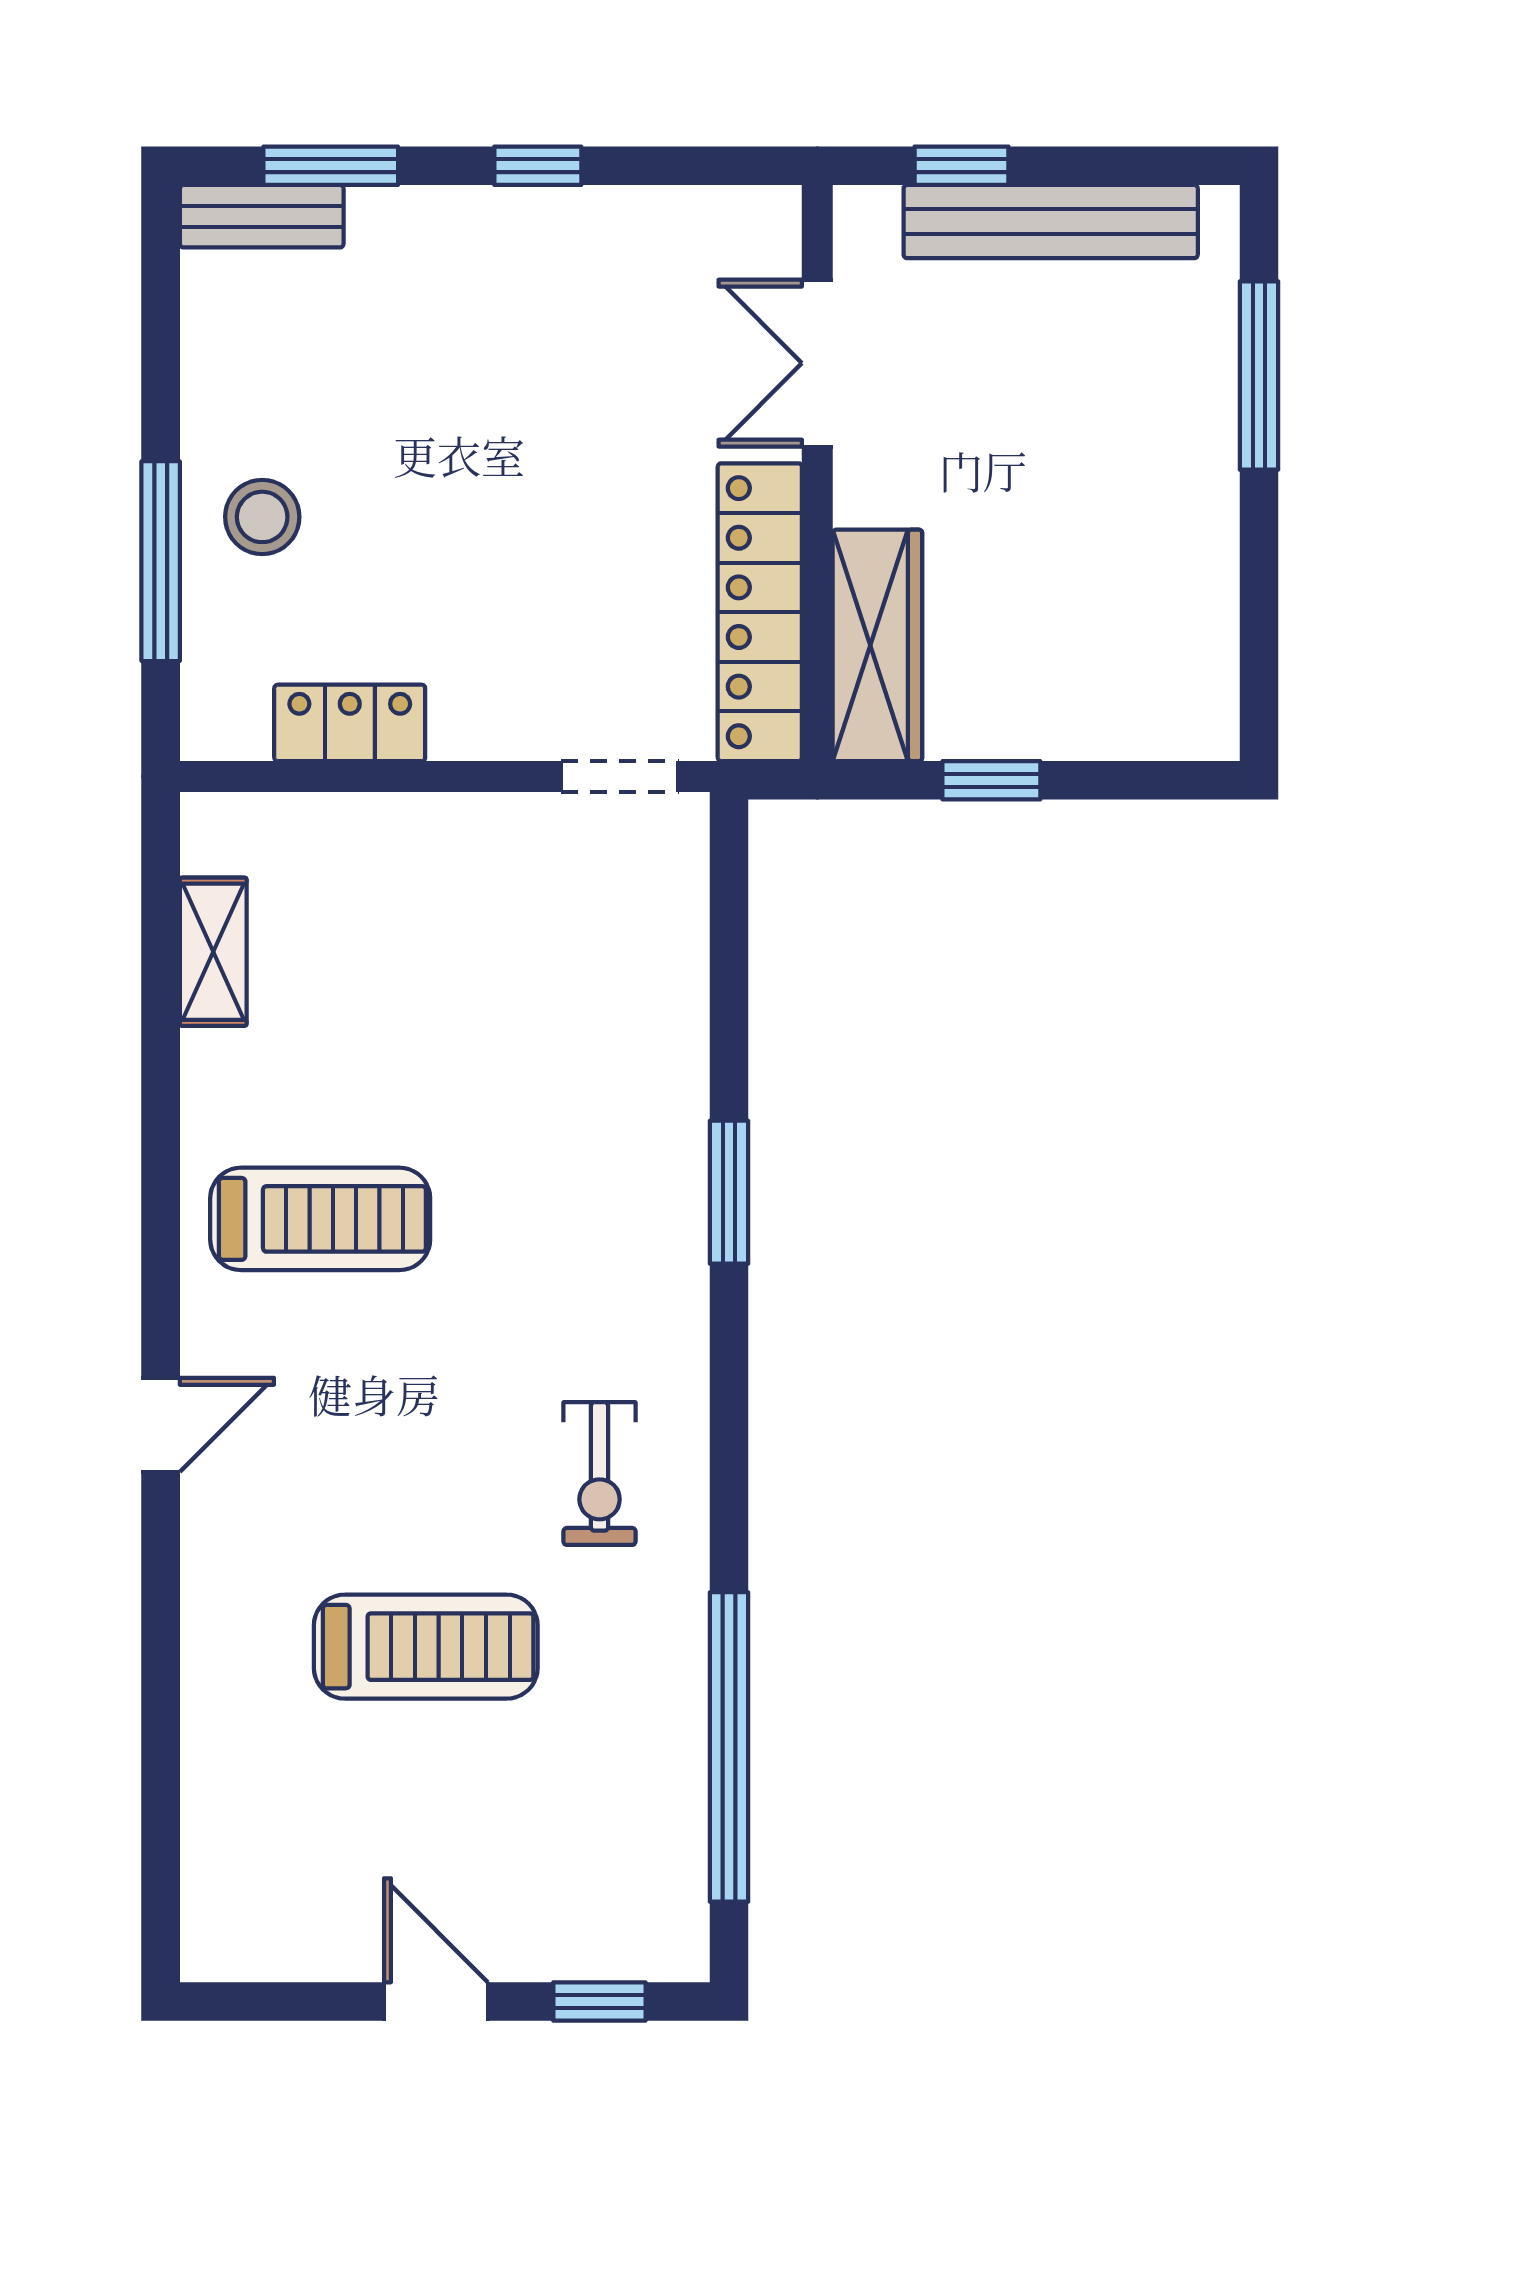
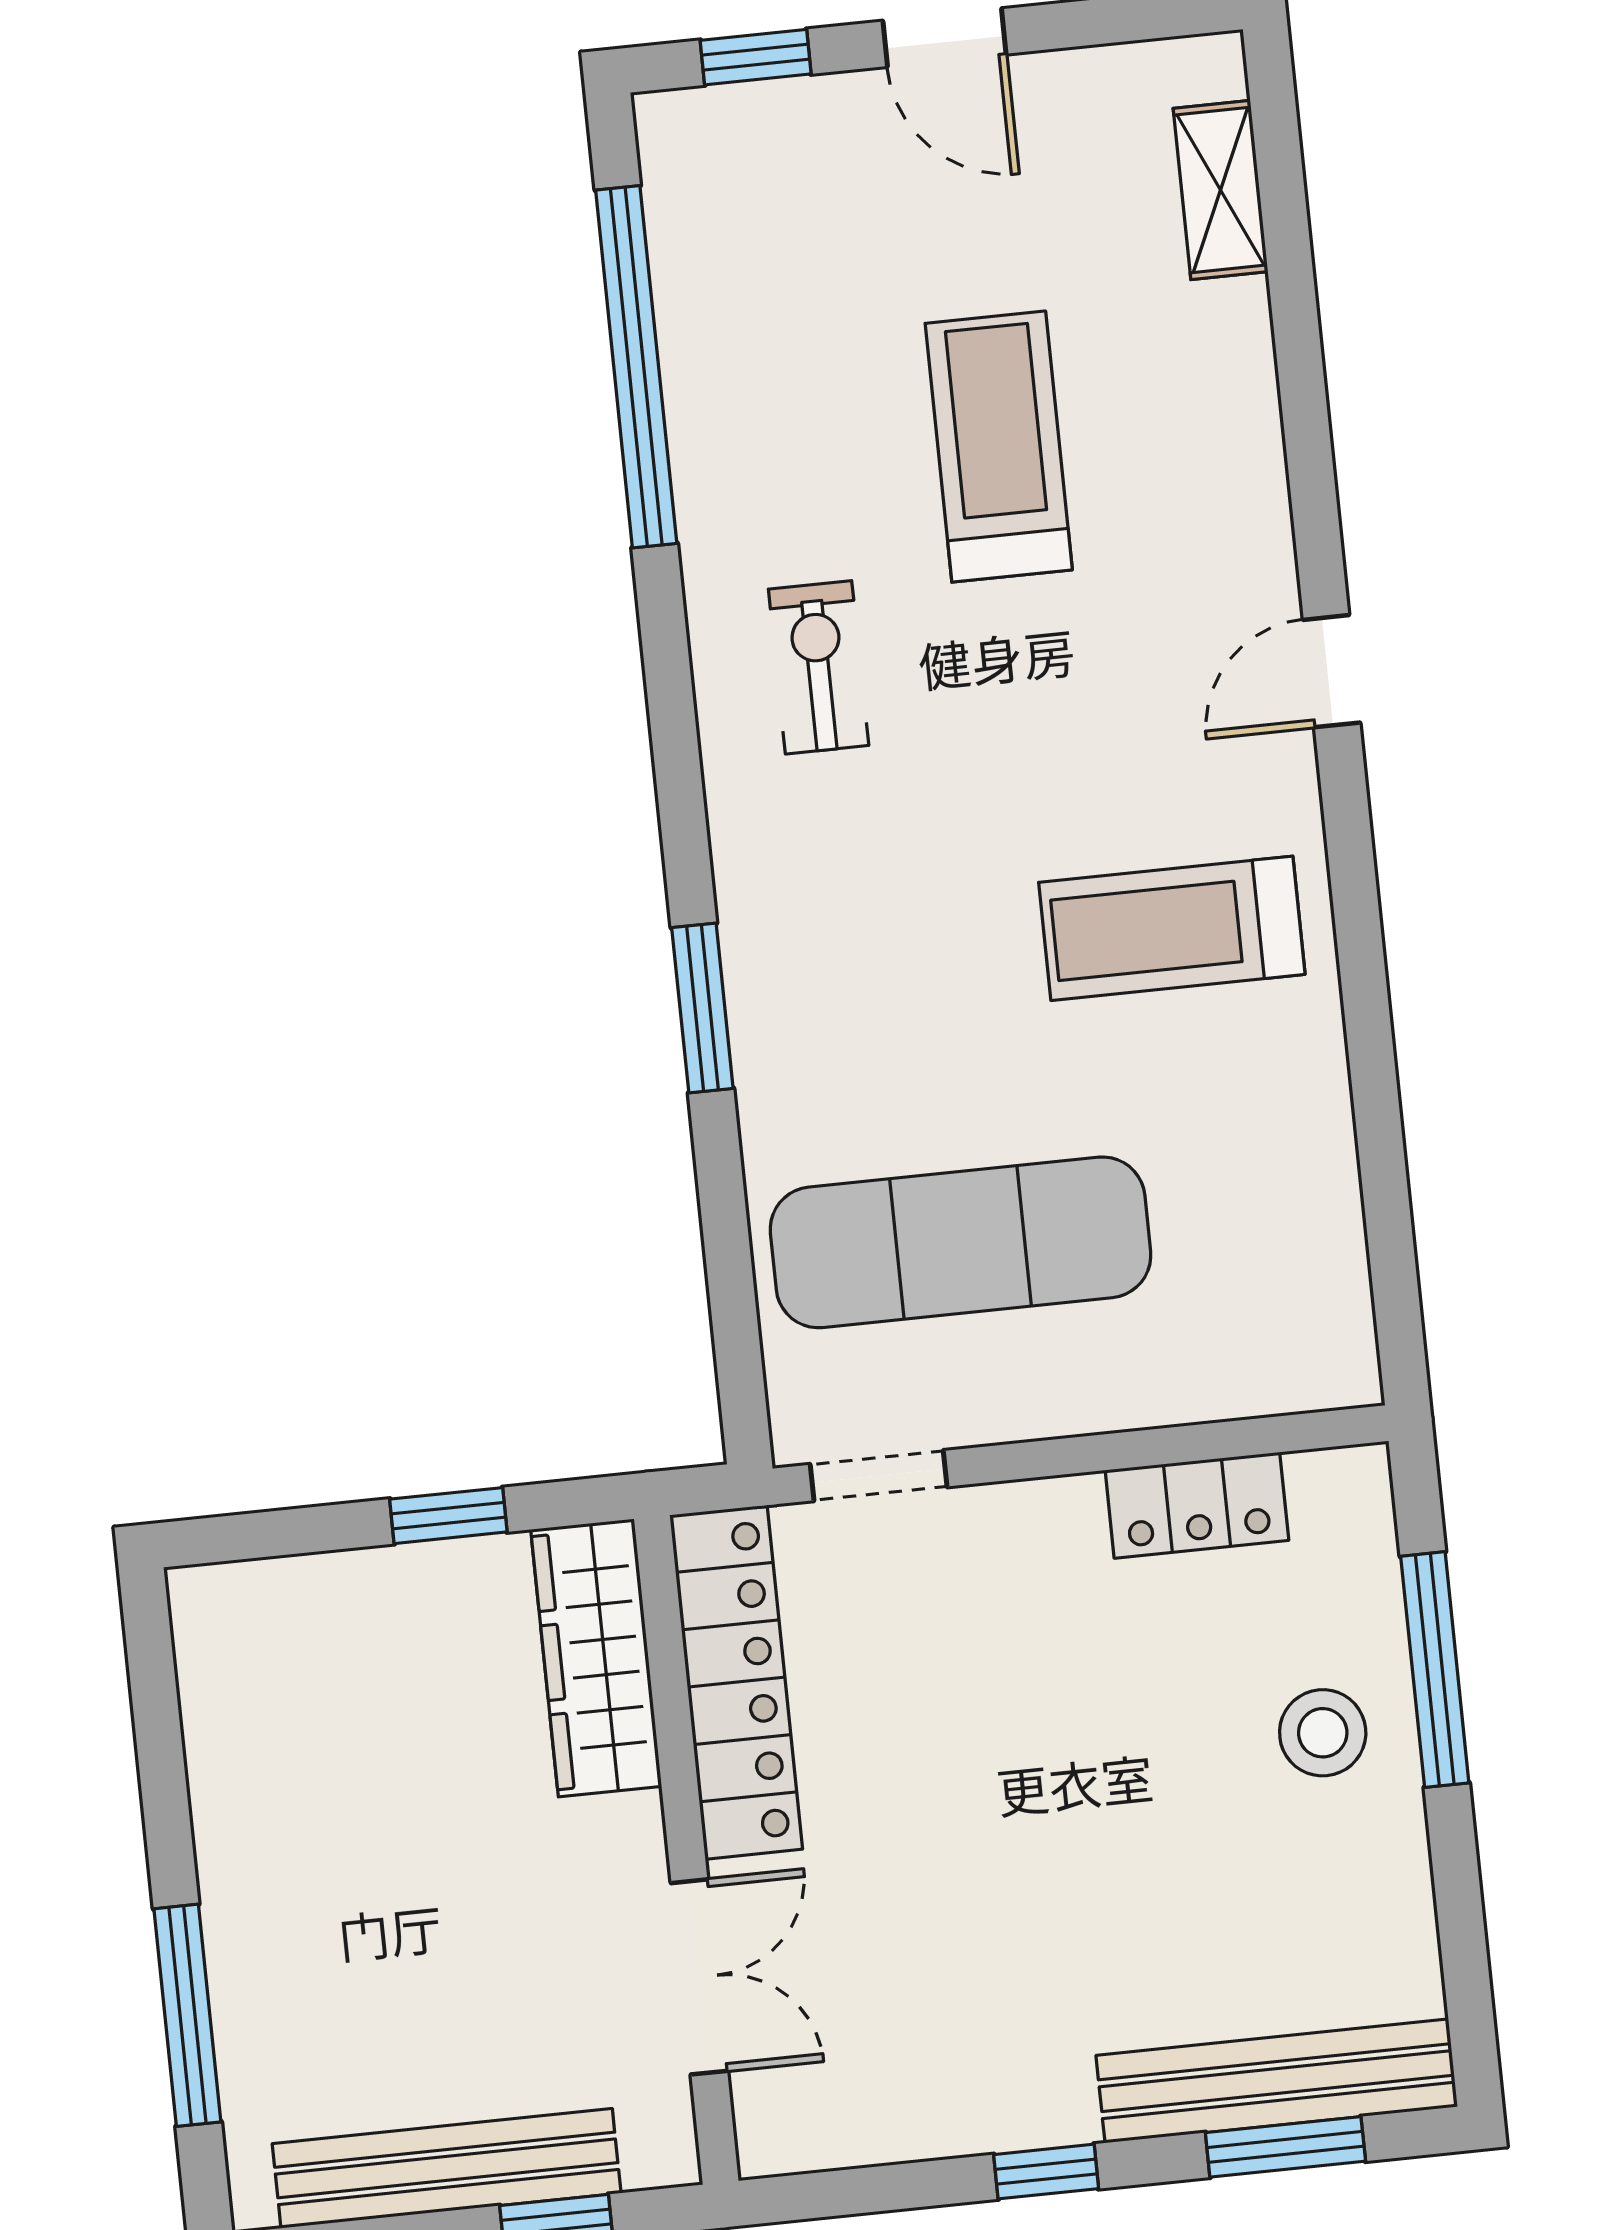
bench: (262, 216) -> (1277, 2081), width x1.86, depth x1.21
shelving: (213, 952) -> (1221, 190), moved
exercise mat: (529, 969) -> (961, 1242), added
treadmill: (426, 1647) -> (999, 447), turned 90

